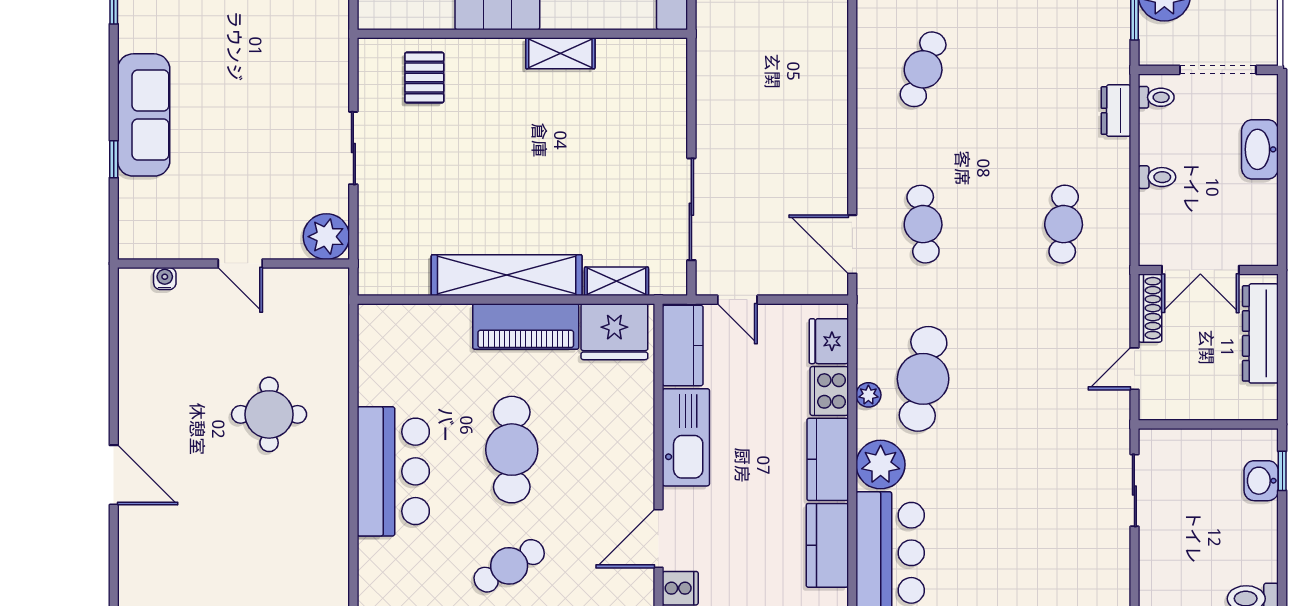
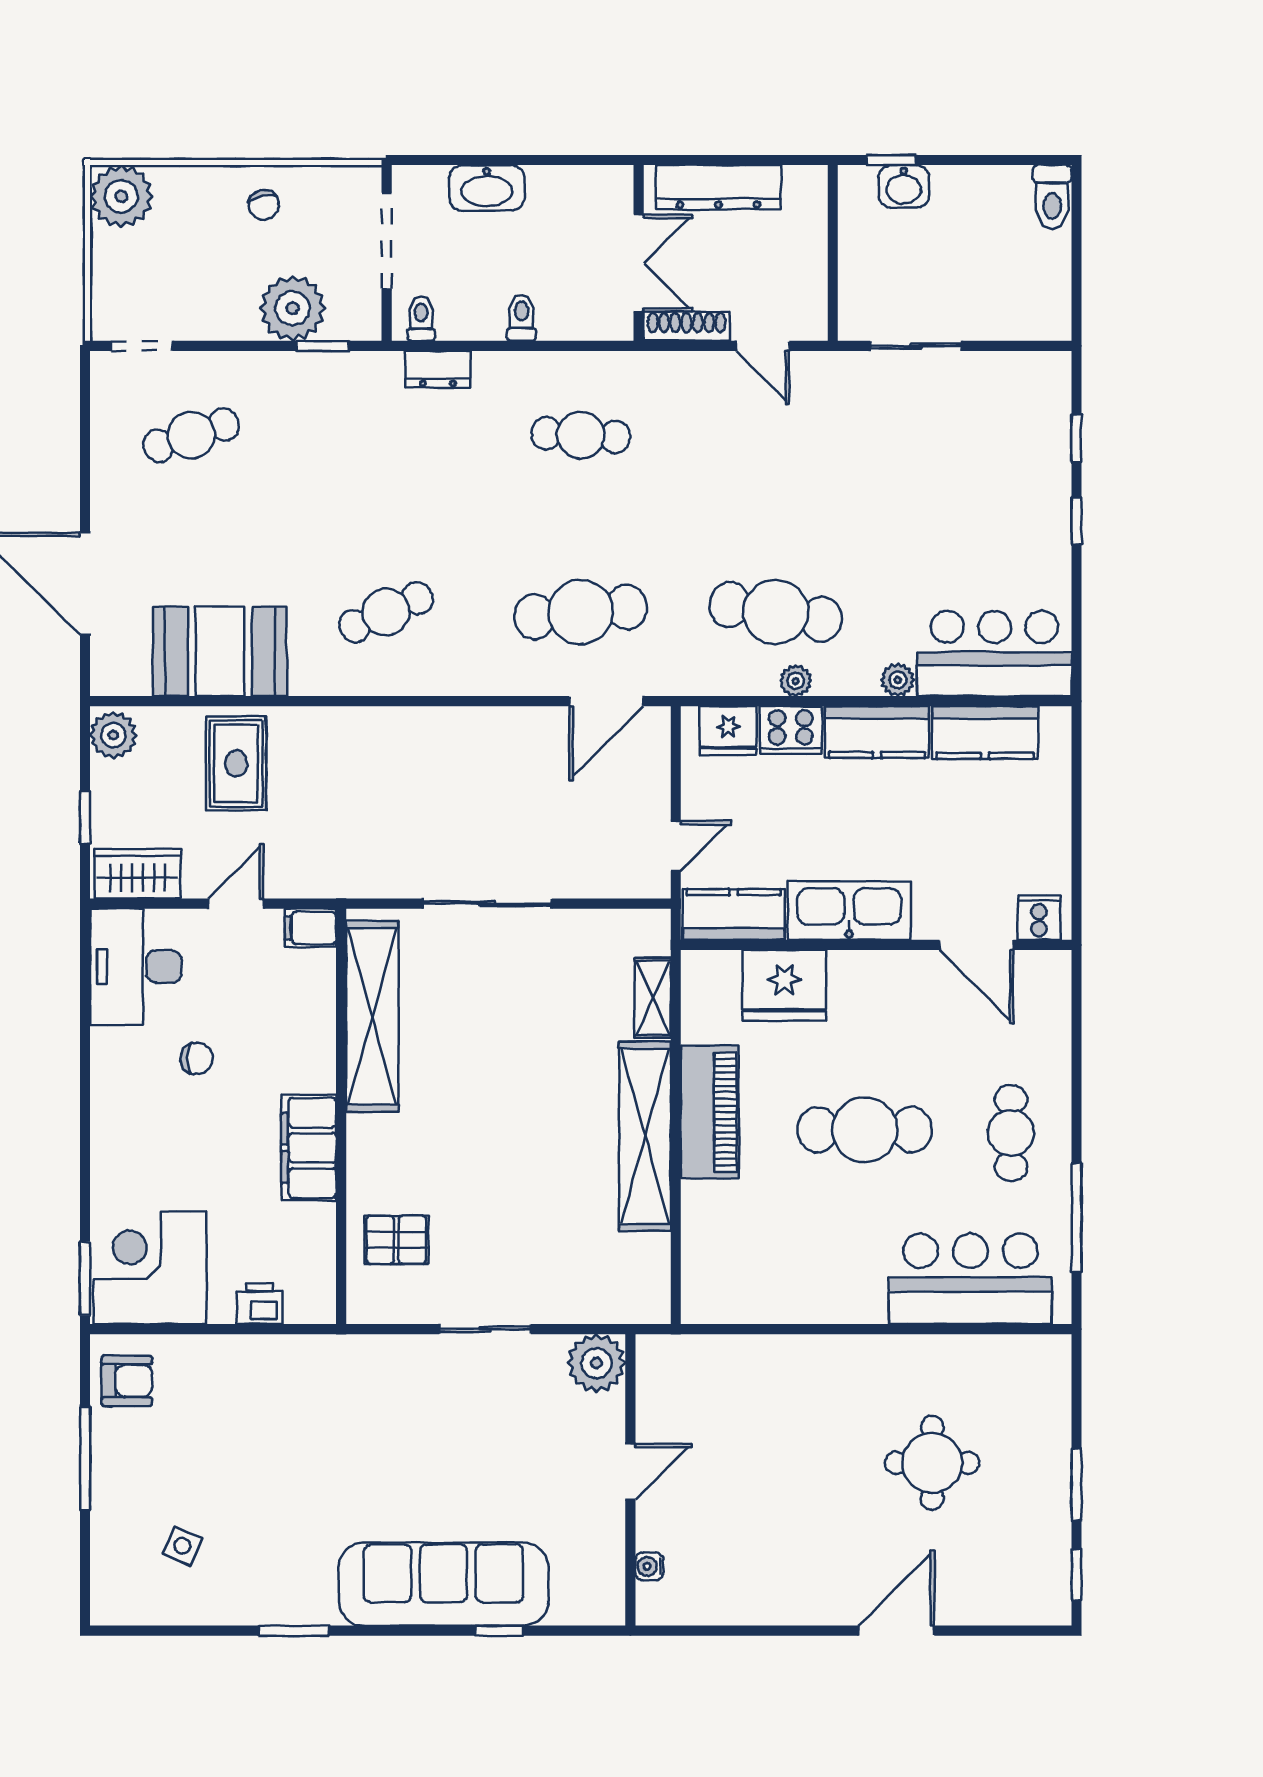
shelving: (560, 53) -> (372, 1016), width x2.20, depth x1.33
cafe table: (923, 69) -> (386, 612), turned -45
sofa: (144, 115) -> (443, 1584), width x1.36, depth x1.27
sliding door: (691, 209) -> (488, 904), moved
cafe table: (923, 224) -> (581, 612), width x1.37, depth x1.35
fridge: (614, 332) -> (784, 985), moved, turned 90
round table: (269, 414) -> (932, 1463), moved
plant: (881, 465) -> (898, 680), width x0.53, depth x0.53
bar counter: (393, 471) -> (970, 1279), moved
cafe table: (509, 566) -> (1011, 1133), turned 31

